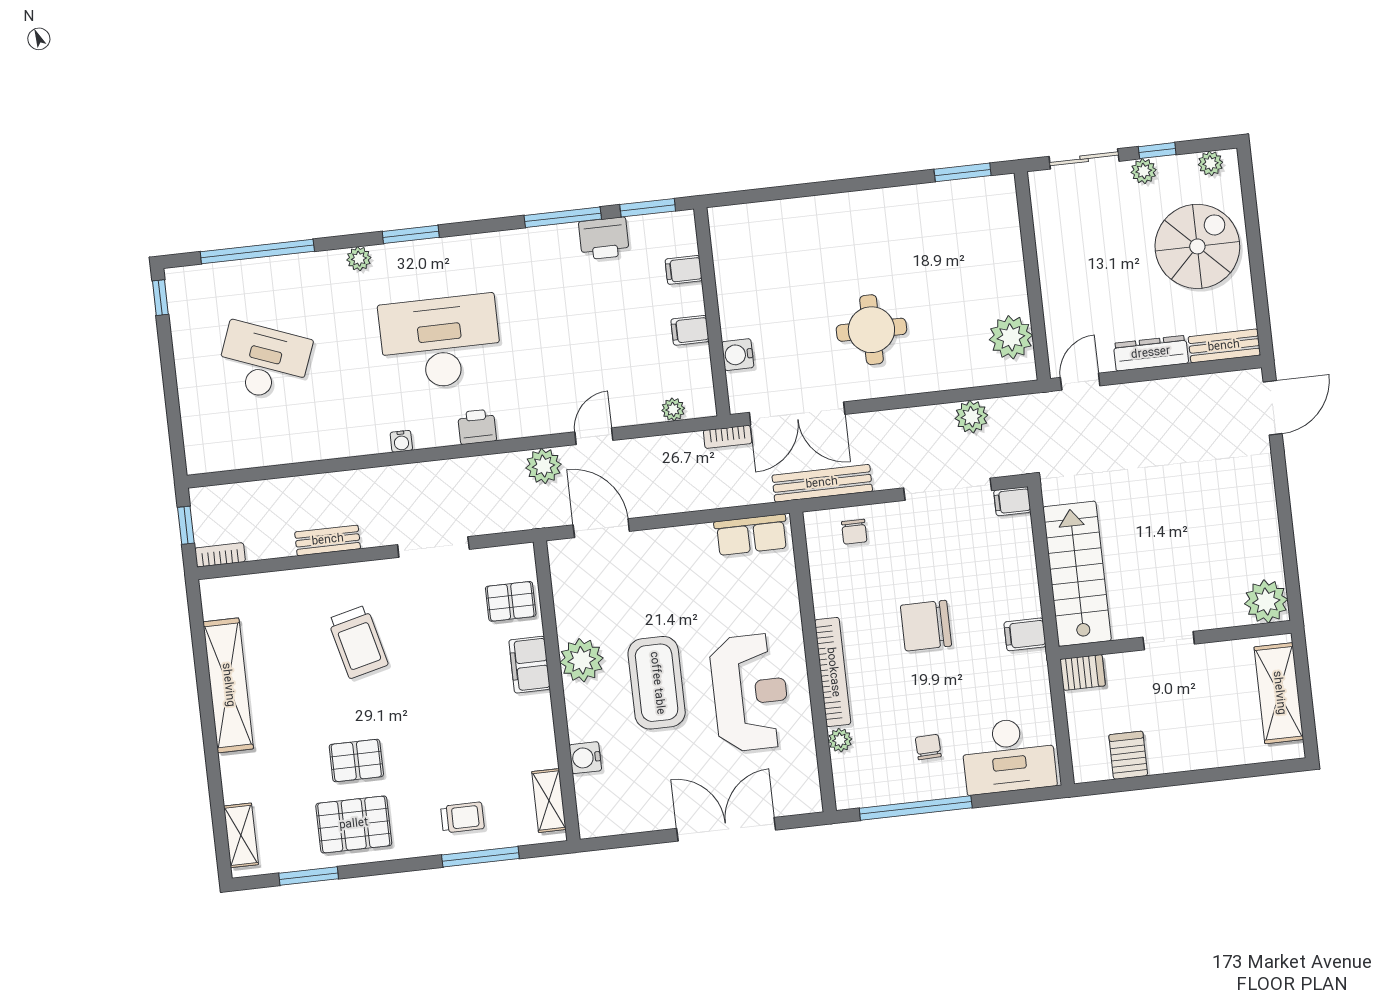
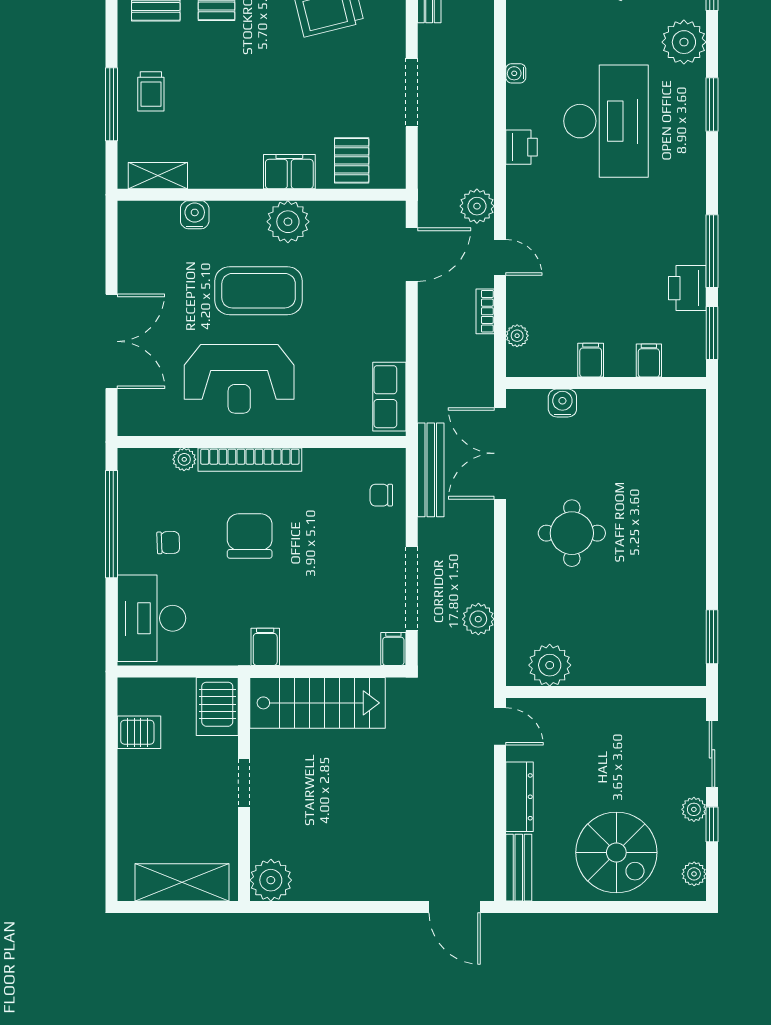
plant: (359, 259) -> (684, 42), width x1.87, depth x1.87
bookcase: (728, 437) -> (485, 311), moved
chair: (926, 626) -> (250, 536), moved
server rack: (1083, 672) -> (217, 707), width x1.36, depth x1.44

